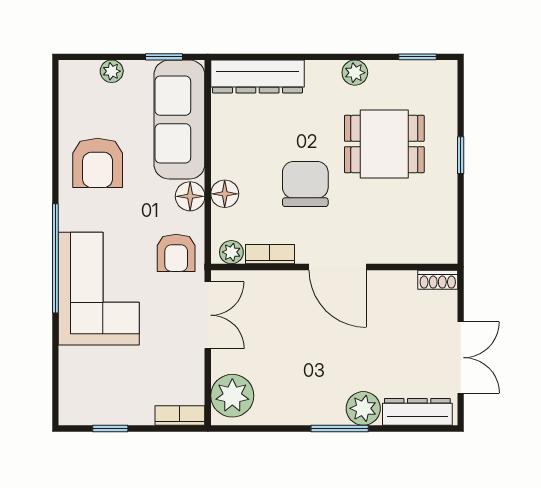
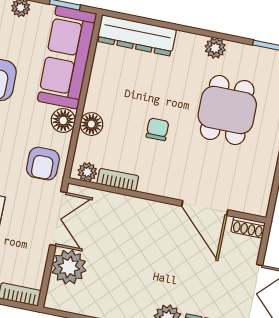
dining table: (384, 144) -> (227, 110), turned 90
chair: (305, 184) -> (157, 129), width x0.54, depth x0.54
door: (338, 267) -> (205, 208), moved
plant: (232, 396) -> (69, 267), moved

